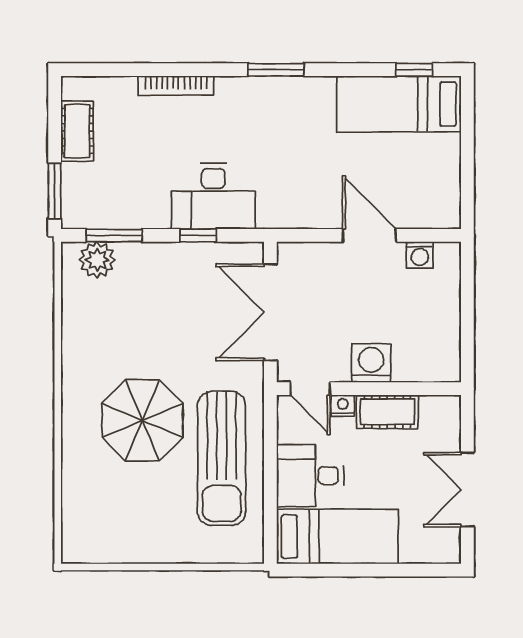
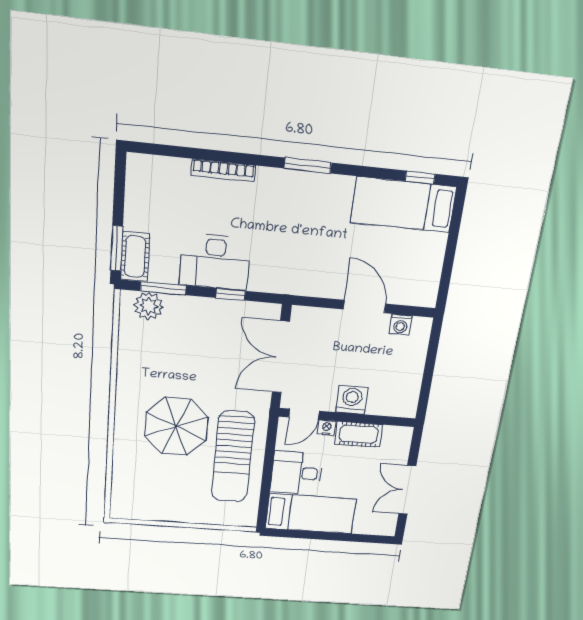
cot: (77, 131) -> (135, 257), moved
desk: (213, 196) -> (215, 262), moved
door: (310, 389) -> (304, 414), hinge flipped

